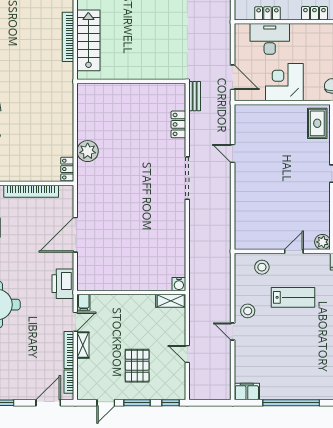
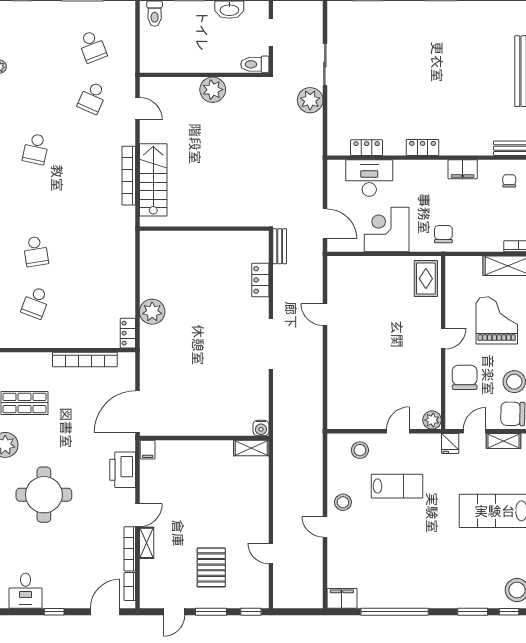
water cooler: (179, 284) -> (261, 428), moved
wall: (131, 292) -> (204, 438), moved
shelving: (171, 301) -> (251, 448), moved
filing cabinet: (84, 302) -> (148, 450), moved

